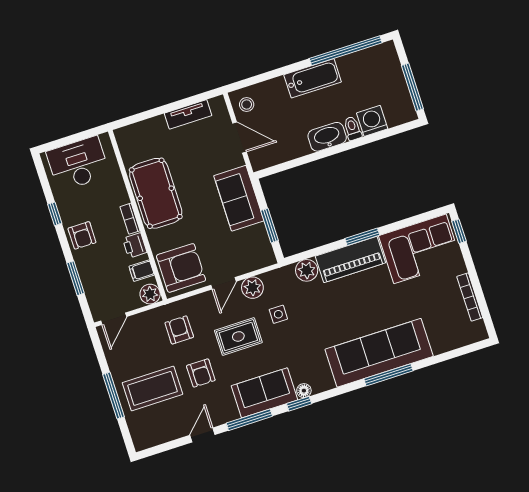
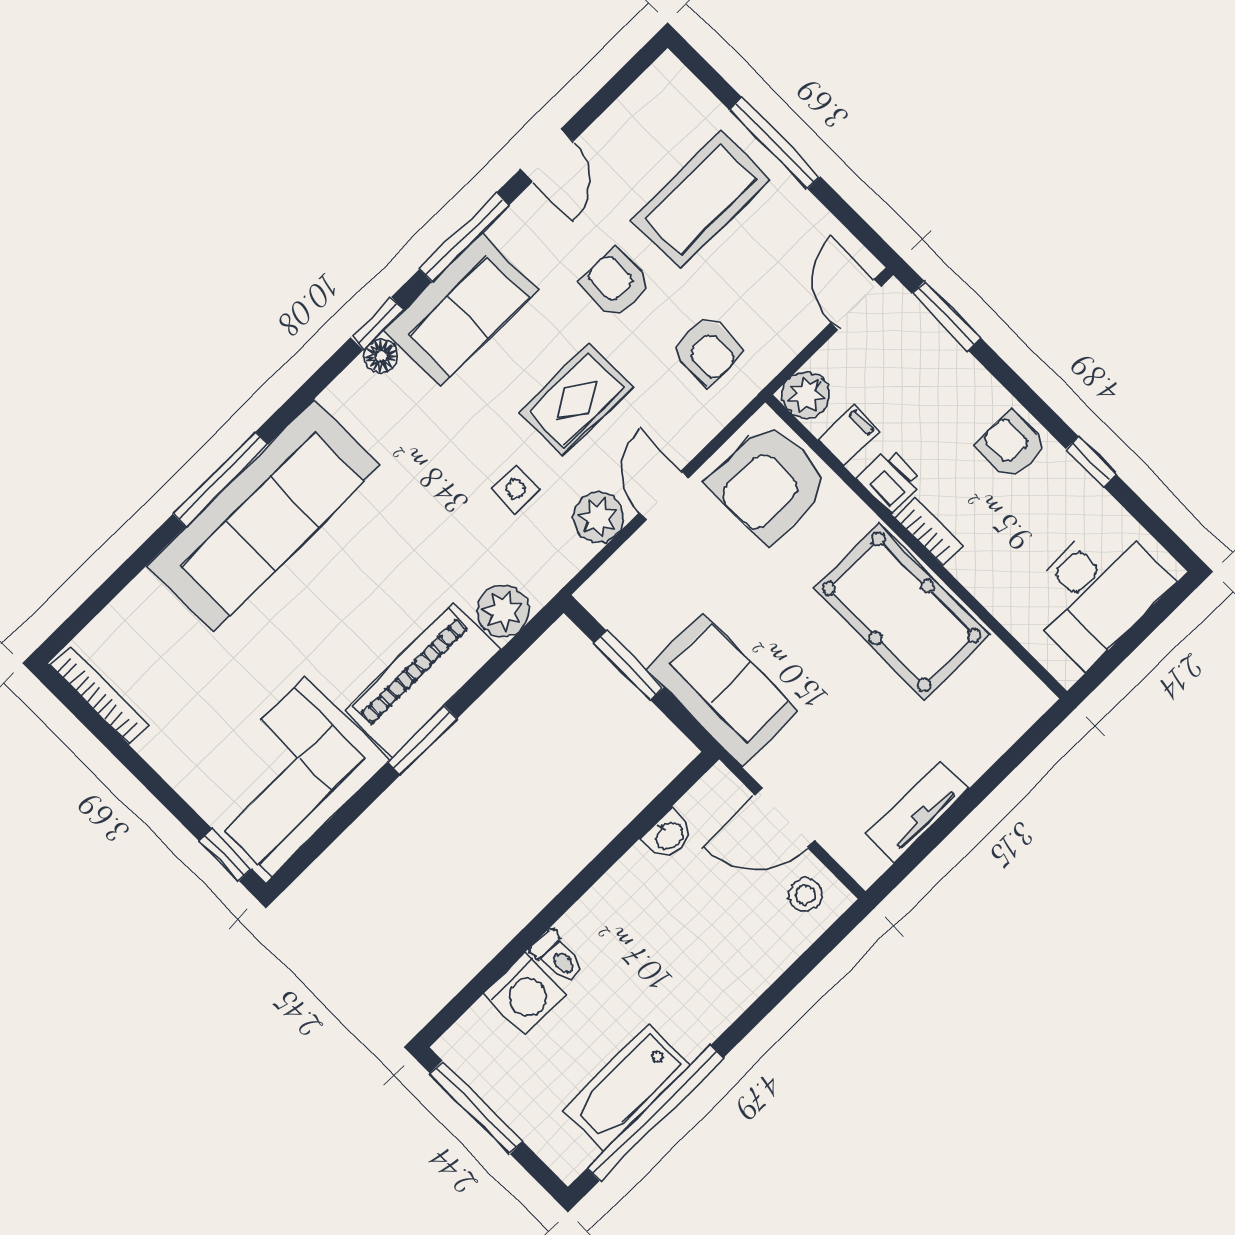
bathtub: (313, 78) -> (626, 1088), moved
washbasin: (327, 137) -> (669, 835), moved, width x0.52, depth x0.69
window: (76, 278) -> (946, 316), moved
bookcase: (470, 297) -> (99, 695), moved

